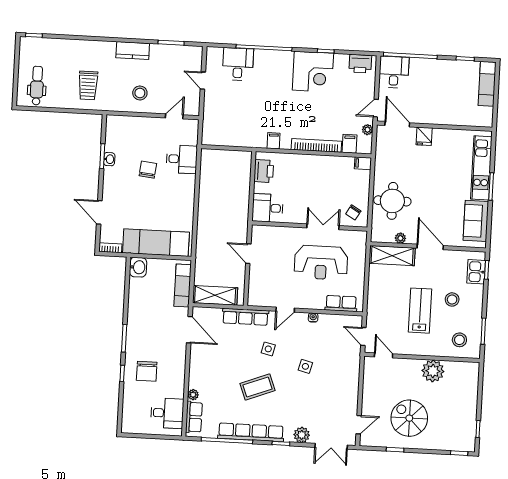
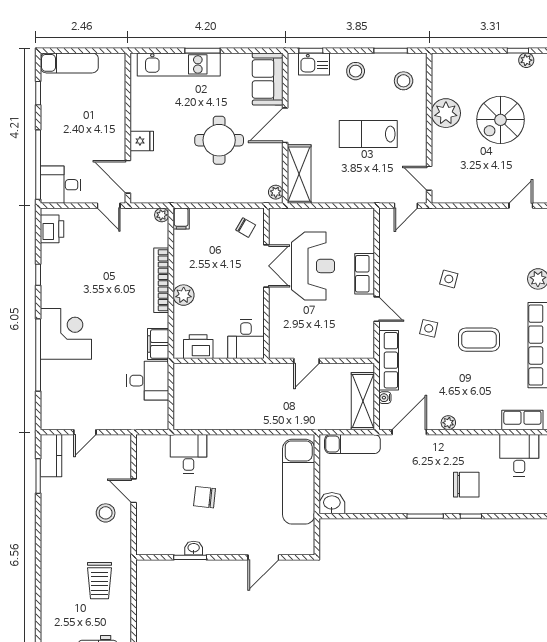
kitchen counter: (133, 51) -> (51, 456), moved
desk: (238, 64) -> (148, 381), moved, turned 180
corner desk: (313, 72) -> (66, 334), moved
trolley: (88, 85) -> (100, 581), turned 90
door: (174, 116) -> (134, 491), moved
door: (397, 124) -> (128, 177), hinge flipped
plant: (367, 130) -> (162, 215), moved
filing cabinet: (274, 141) -> (158, 344), width x2.00
filing cabinet: (350, 144) -> (157, 237), removed
plant: (304, 162) -> (184, 295), added
round table: (392, 201) -> (219, 140), moved
sofa: (476, 221) -> (268, 79), moved, turned 90
double door: (323, 227) -> (266, 266), swing flipped
plant: (400, 238) -> (276, 192), moved
bookcase: (110, 248) -> (309, 540), removed
stool: (452, 299) -> (356, 71), moved
row of seats: (341, 303) -> (365, 274), moved
water cooler: (313, 318) -> (385, 398), moved
door: (384, 355) -> (429, 178), hinge flipped
coffee table: (258, 387) -> (479, 340), turned -69
plant: (193, 395) -> (448, 423), moved
spiral stairs: (409, 418) -> (500, 120), moved
door: (359, 425) -> (521, 206), hinge flipped
plant: (470, 435) -> (526, 60), added

